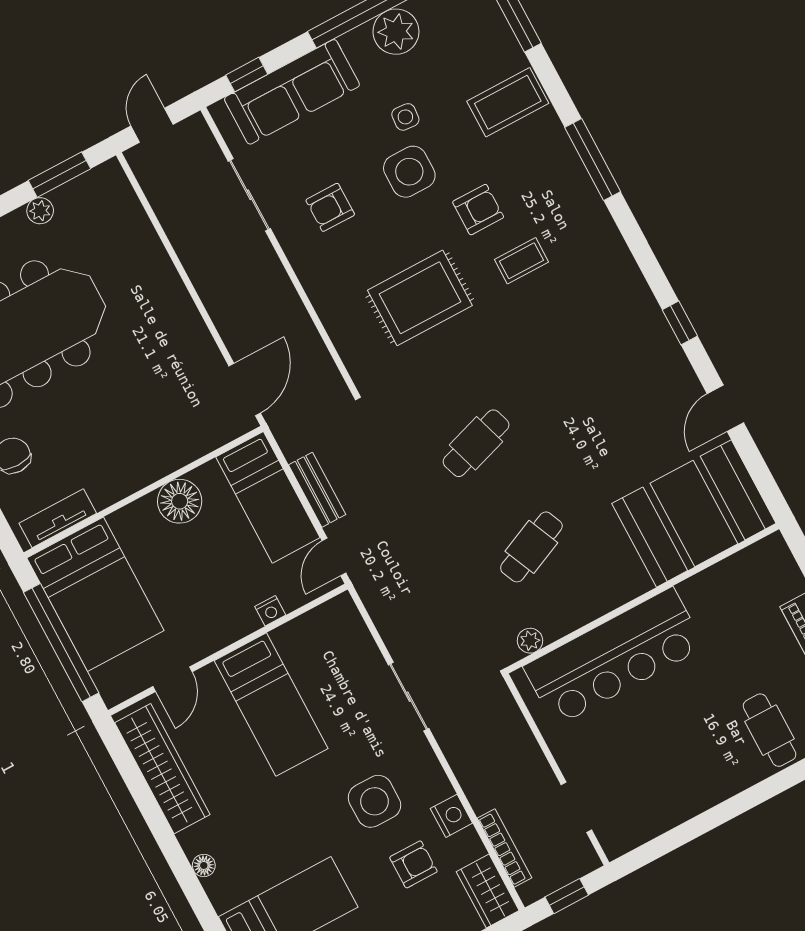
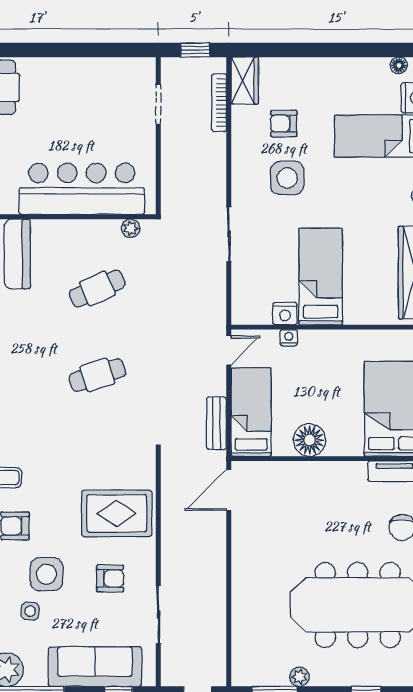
rug: (420, 298) -> (117, 513), moved
bench: (317, 490) -> (216, 423), moved
door: (173, 679) -> (376, 327), removed
nightstand: (451, 816) -> (285, 314), moved, turned -90

